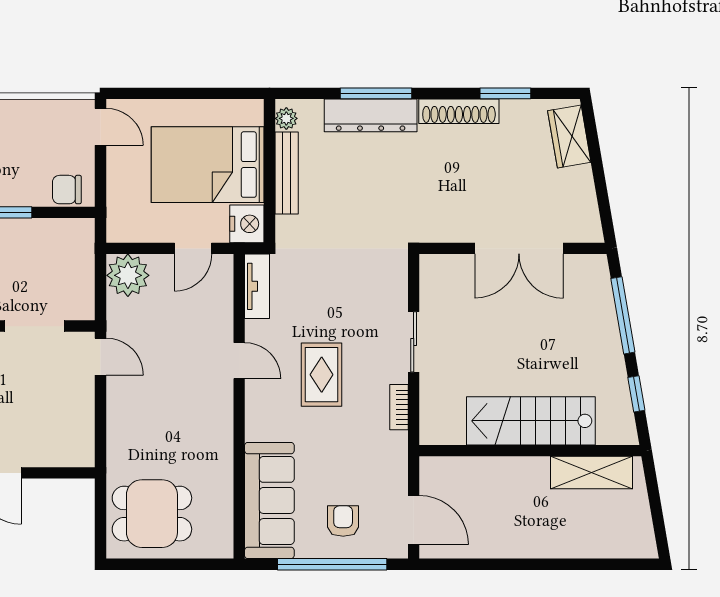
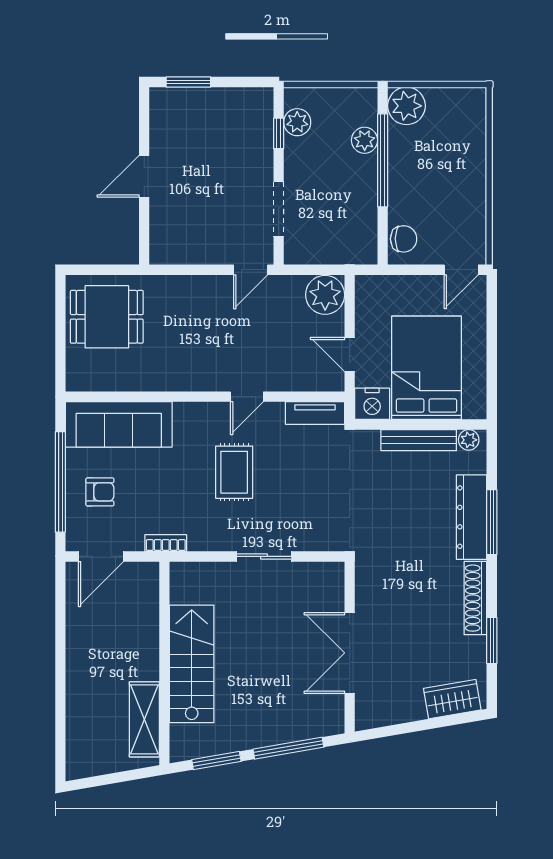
chair: (67, 190) -> (404, 239), turned 90
rug: (322, 375) -> (234, 472), turned 90
window: (636, 394) -> (216, 761), width x1.50
bookcase: (399, 407) -> (166, 543), moved
dining table: (152, 514) -> (107, 317), turned 90

